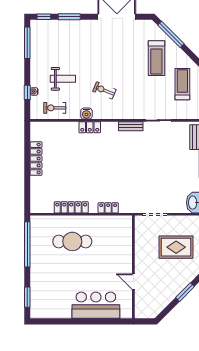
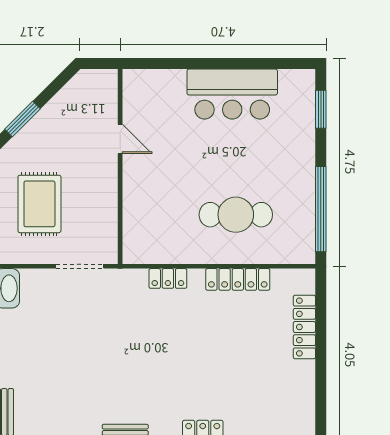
locker: (36, 159) -> (304, 327), moved
rug: (176, 247) -> (39, 204), turned 90
bar counter: (96, 305) -> (232, 94), moved

